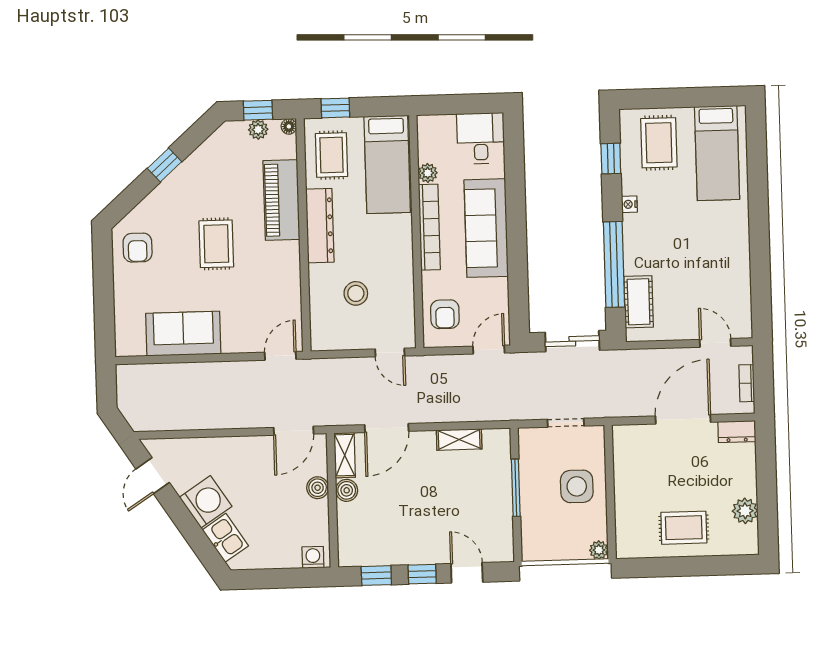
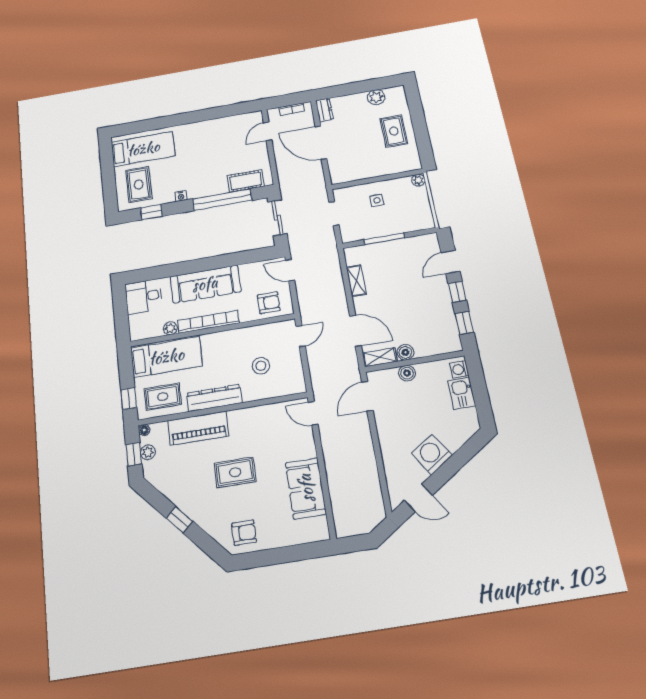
rug: (659, 143) -> (139, 184), turned 90
door: (294, 431) -> (367, 396), swing flipped
side table: (577, 486) -> (377, 200), width x0.54, depth x0.54
kitchen sink: (225, 538) -> (462, 393), moved, turned -57

